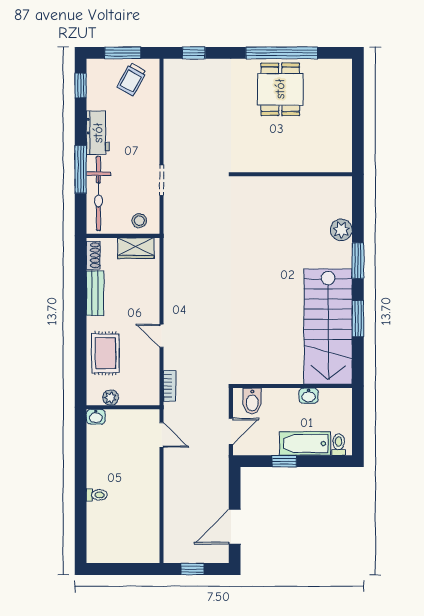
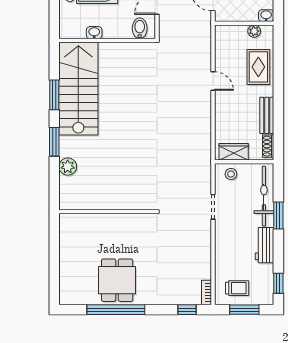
trolley: (132, 80) -> (237, 288), turned 61
window: (81, 169) -> (278, 215), width x0.69
bookcase: (170, 386) -> (207, 293), moved

